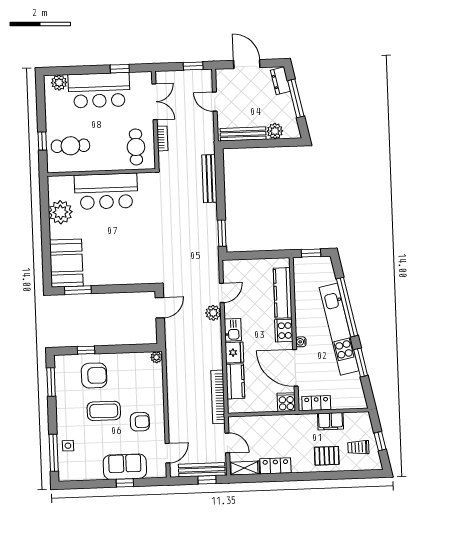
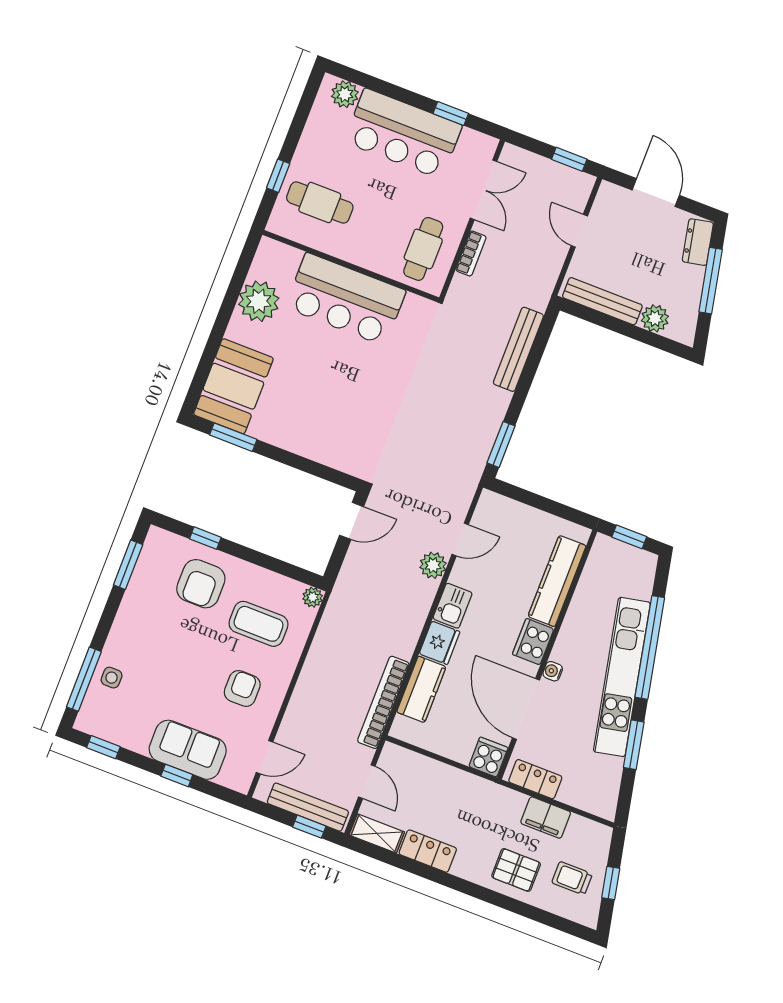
armchair: (94, 375) -> (201, 584), turned 90
coffee table: (104, 411) -> (259, 624), moved
armchair: (140, 422) -> (242, 688), turned -90
window: (79, 485) -> (103, 747), added

